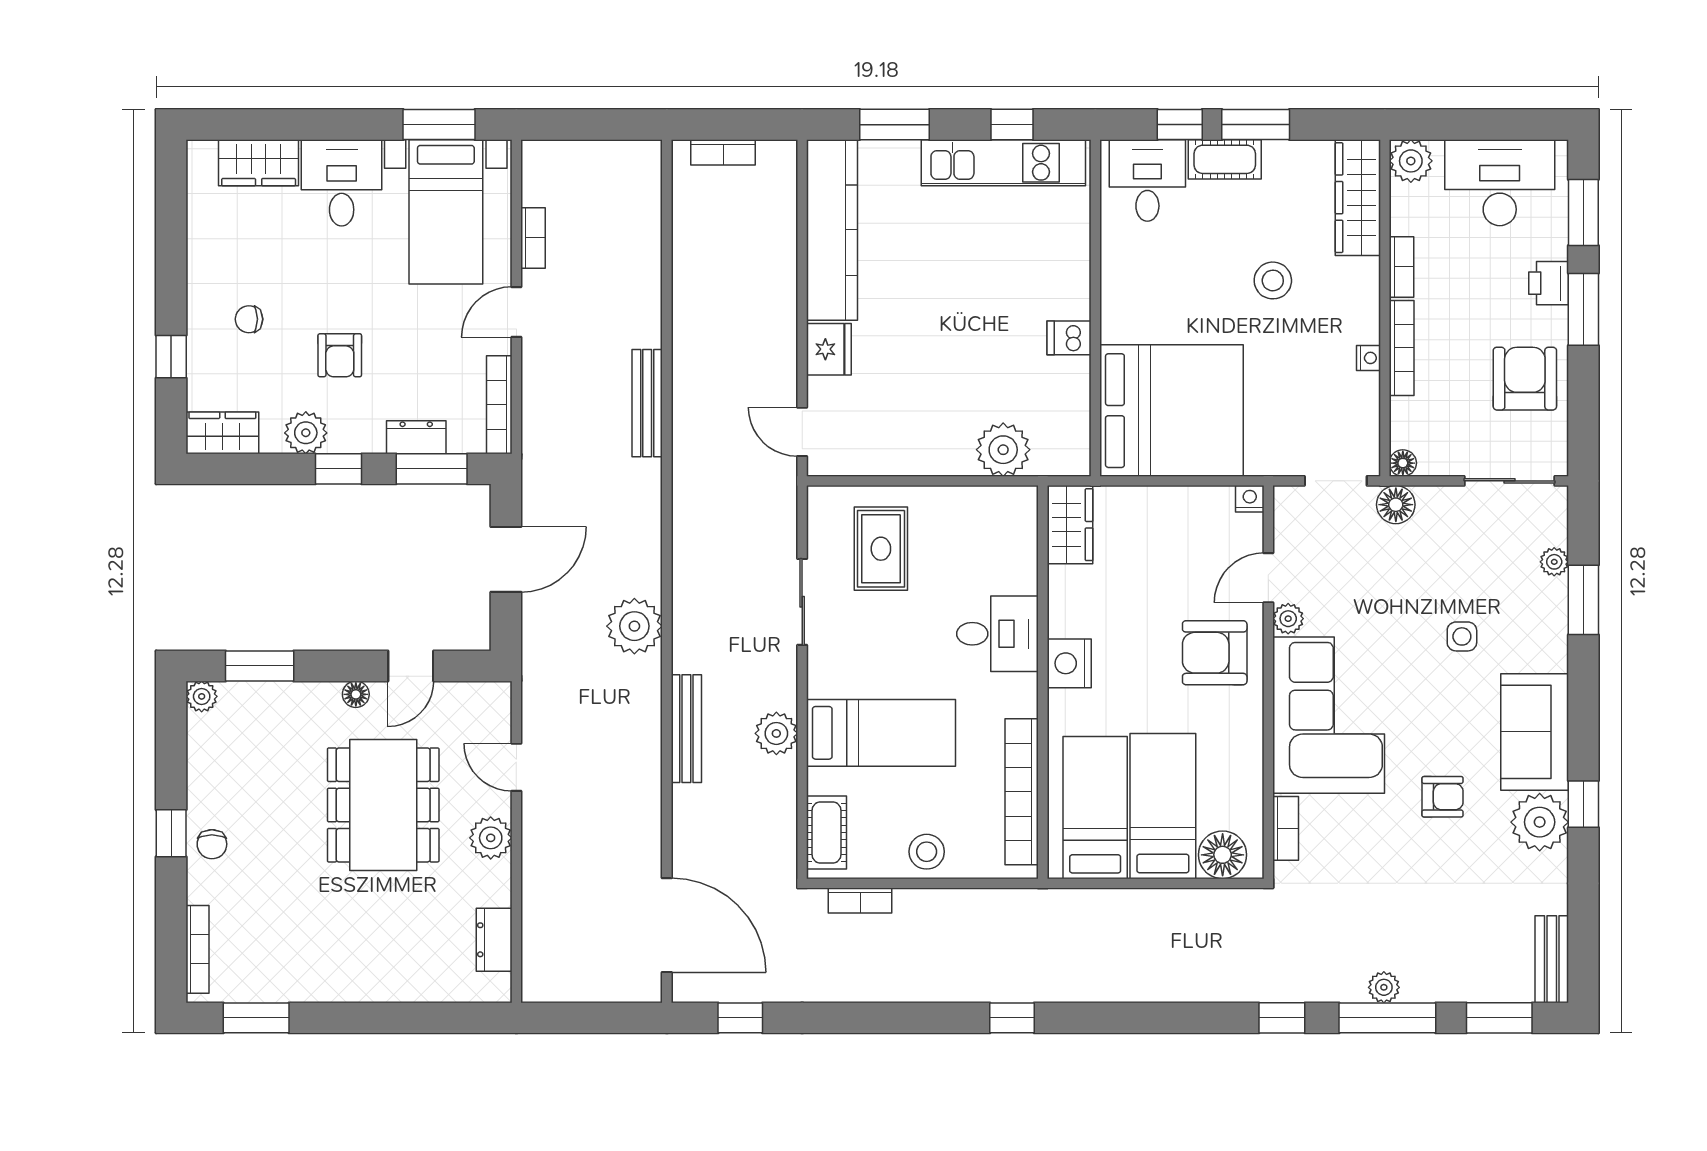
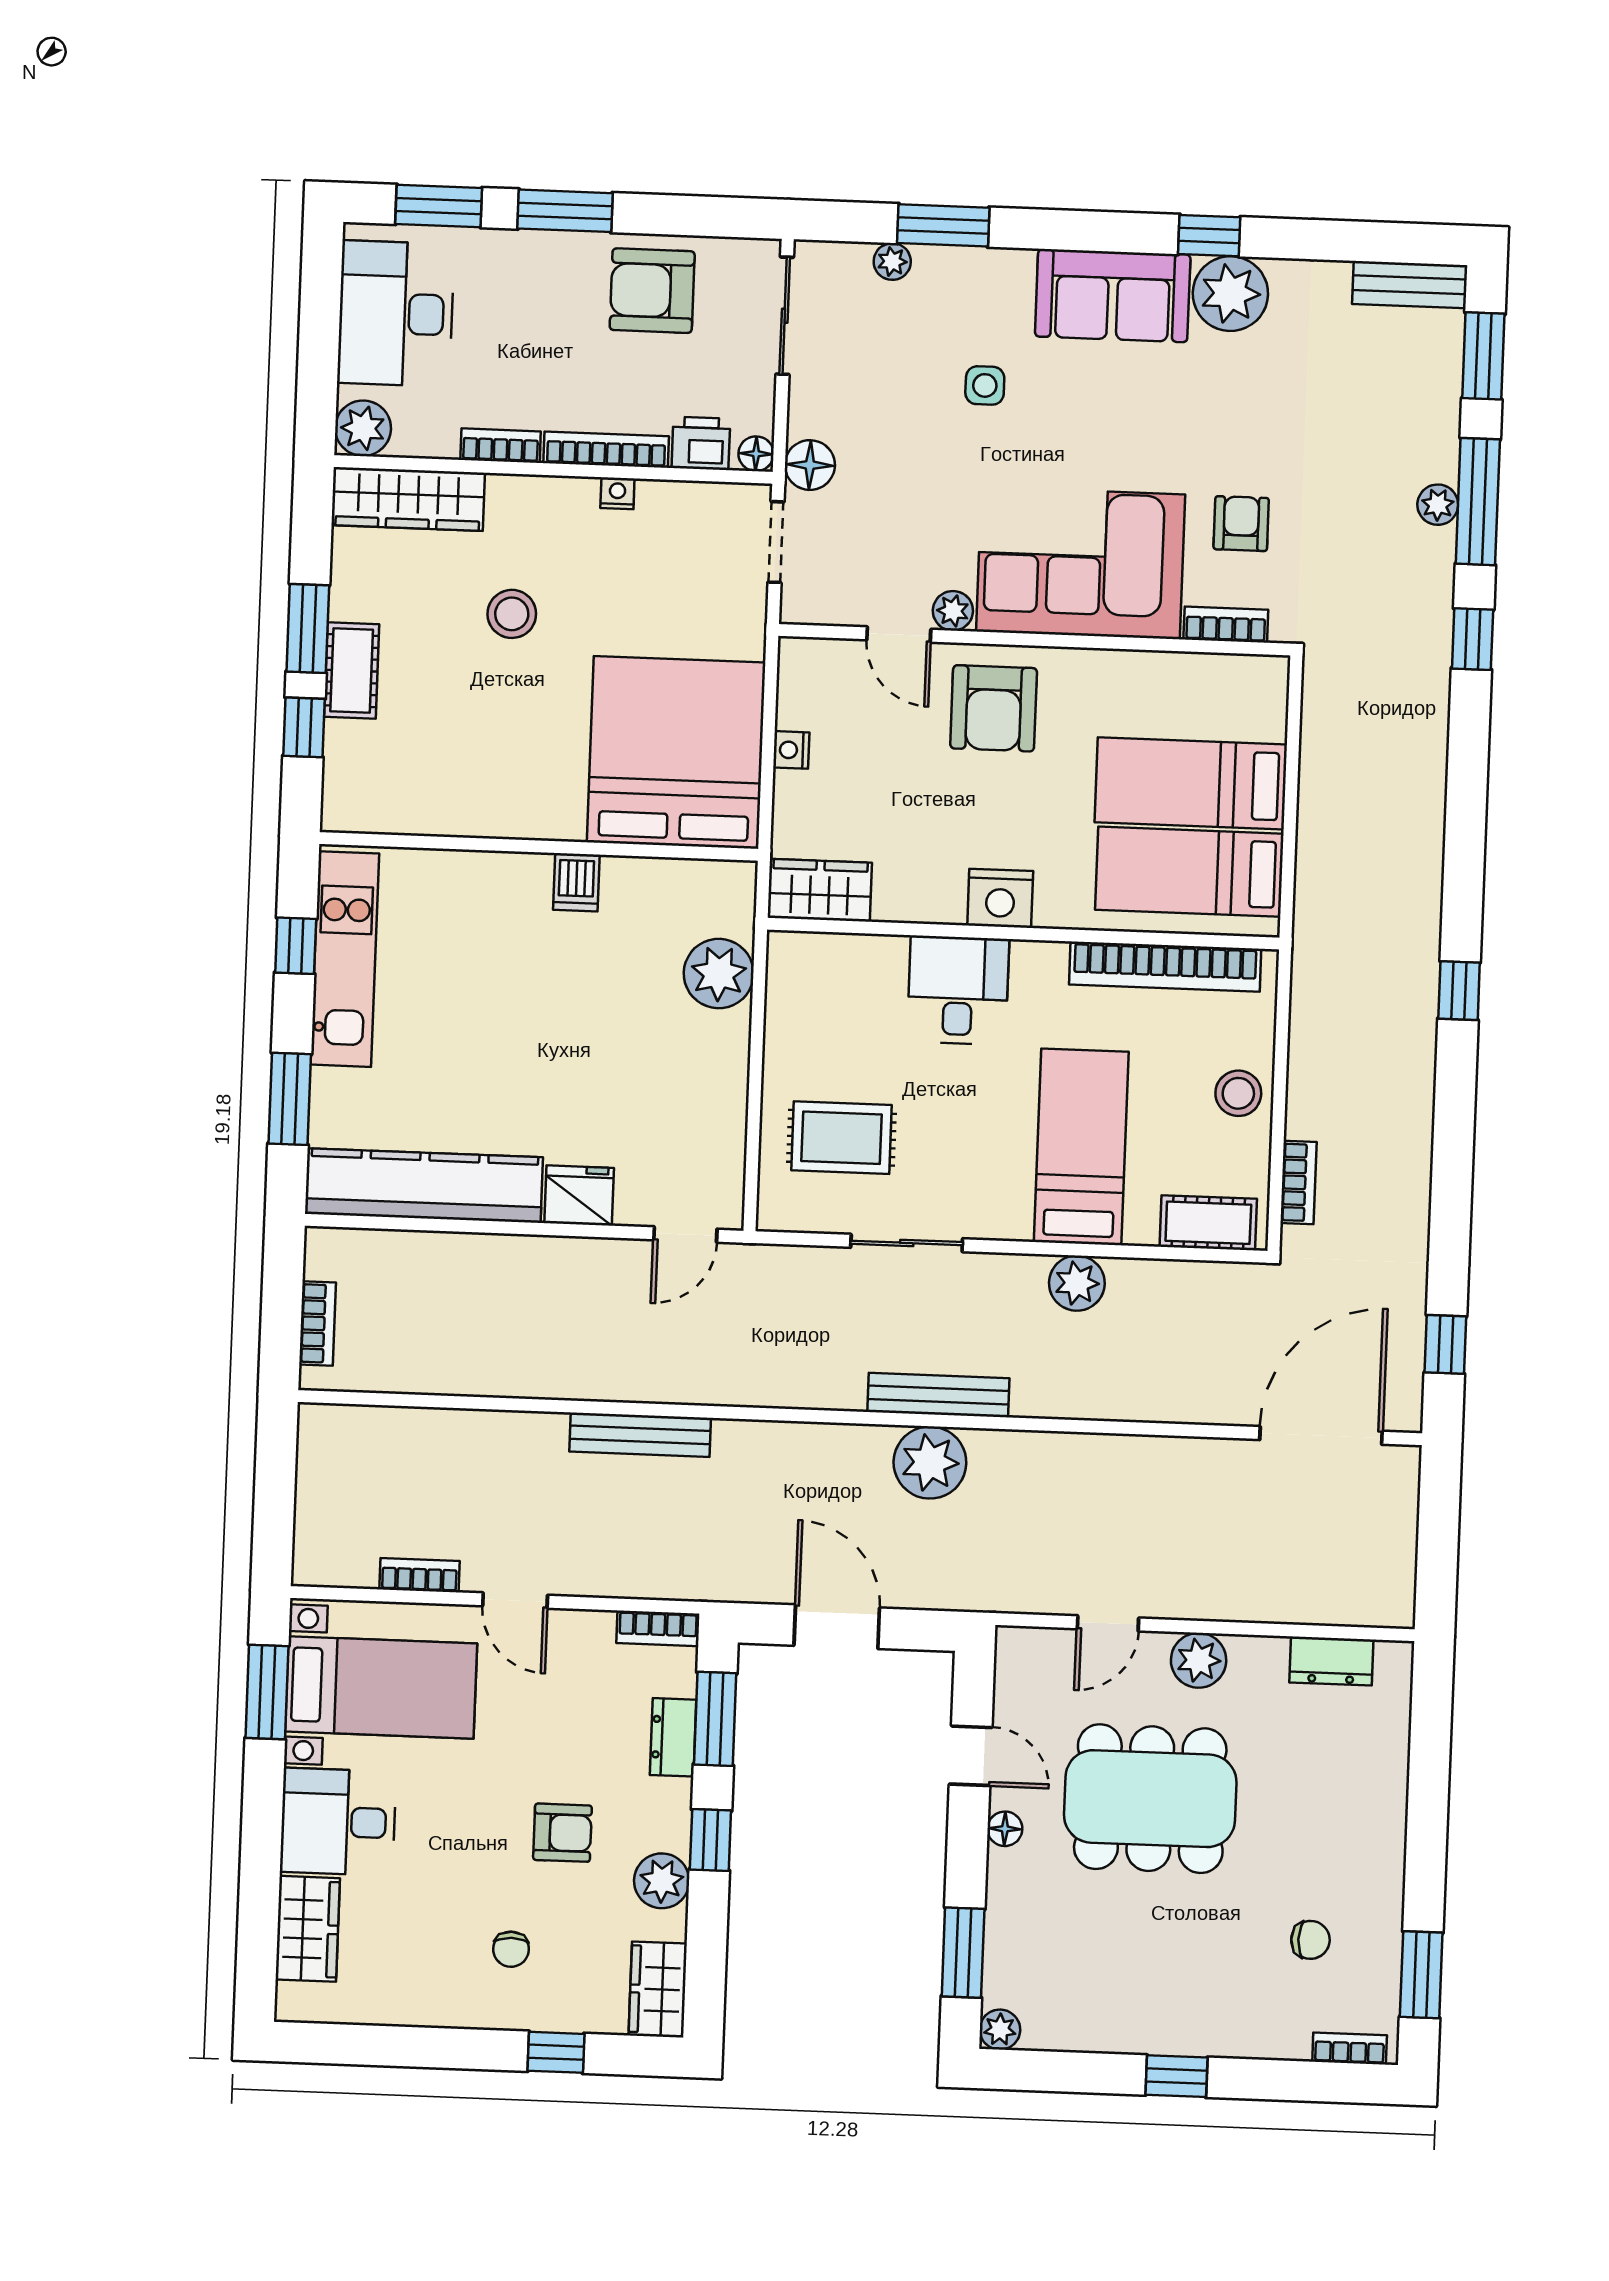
desk: (1147, 180) -> (375, 772), removed
printer: (1549, 283) -> (701, 443), moved, turned 180
bookcase: (499, 405) -> (658, 1628), width x0.64
nightstand: (1250, 499) -> (791, 750), moved
bench: (686, 729) -> (938, 1395), moved
armchair: (1443, 797) -> (1241, 524), moved
chair: (212, 844) -> (1310, 1940), moved
floor lamp: (1223, 855) -> (1257, 708), removed
bookcase: (197, 949) -> (1350, 2048), width x0.64

